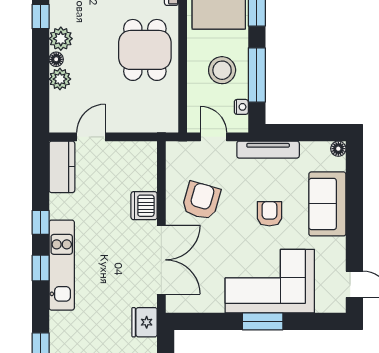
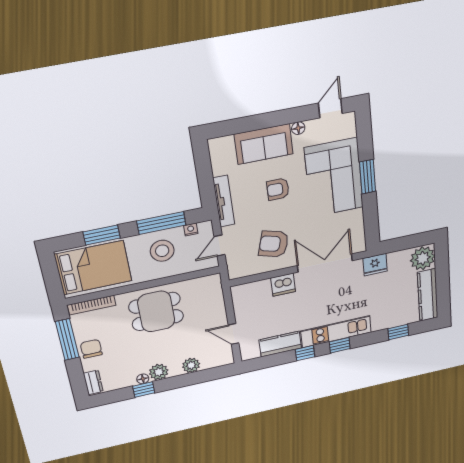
floor lamp: (56, 59) -> (143, 379), moved
floor lamp: (338, 149) -> (298, 128), moved
kitchen counter: (62, 167) -> (280, 344), moved

